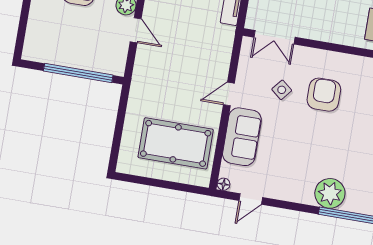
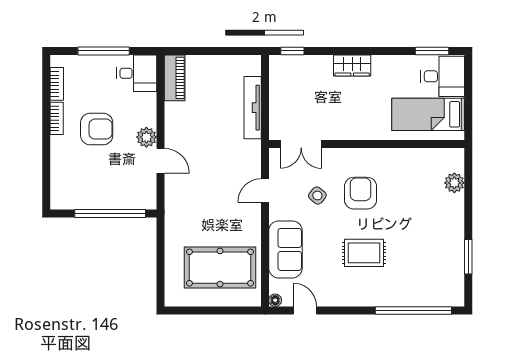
door: (229, 94) -> (265, 190), moved
rug: (317, 153) -> (364, 253), added
plant: (330, 193) -> (384, 291), removed
door: (251, 199) -> (305, 310), swing flipped

